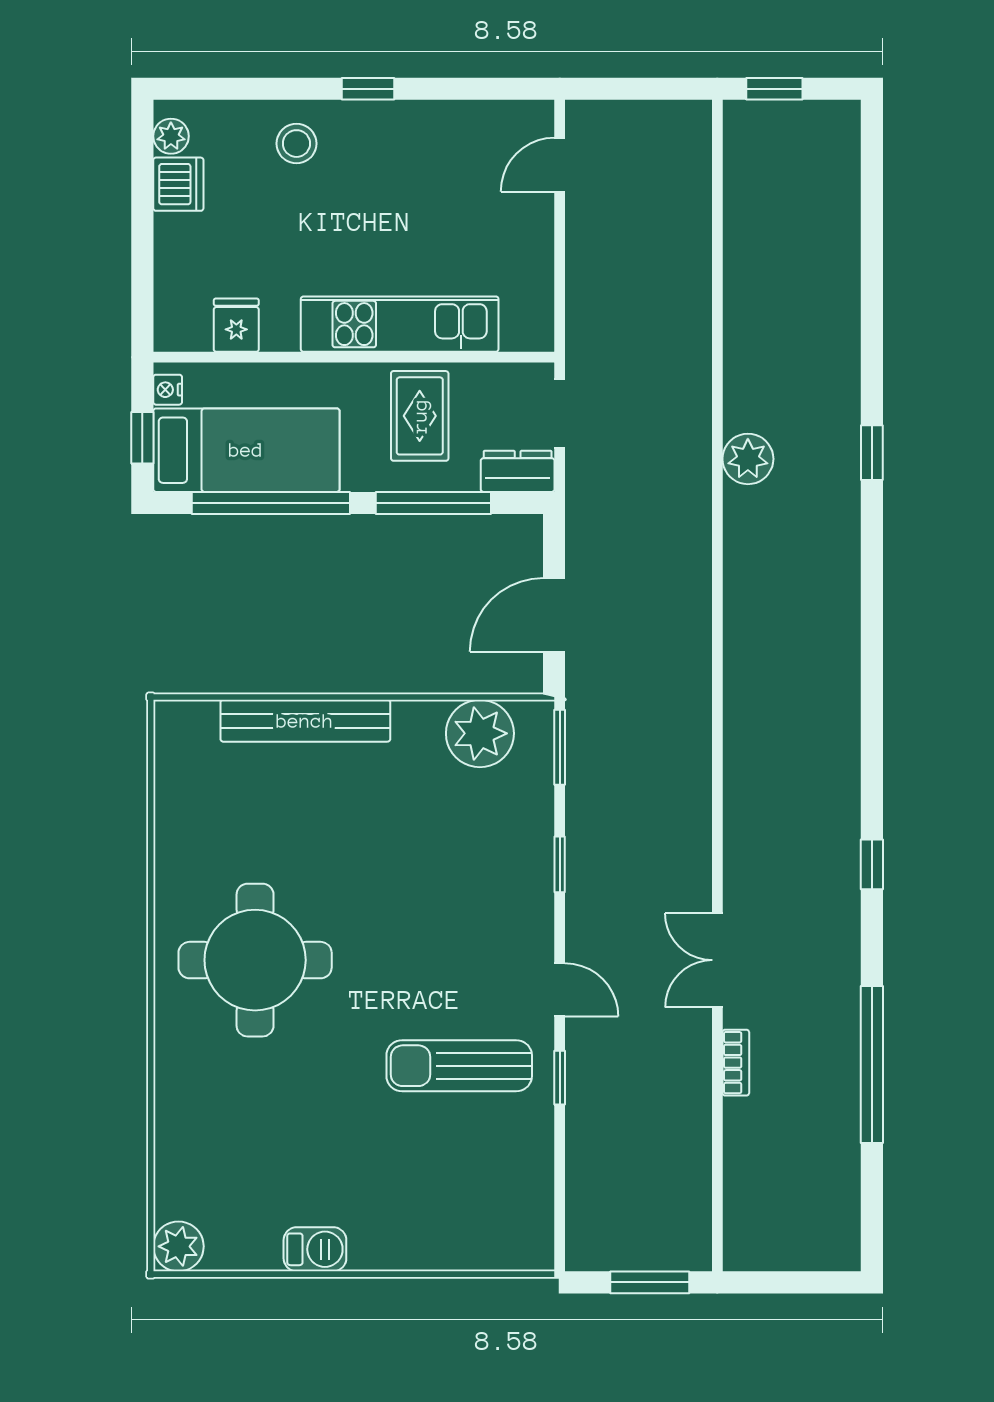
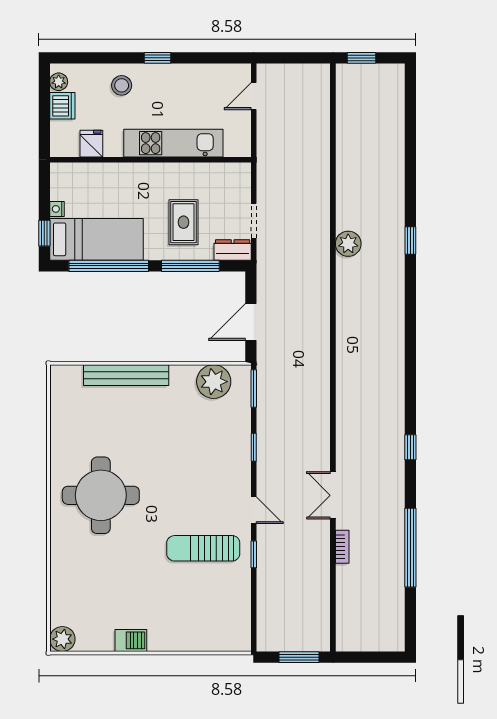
kitchen unit: (400, 324) -> (173, 143), moved
fridge: (236, 325) -> (91, 144), moved
wall: (354, 357) -> (150, 160), moved

